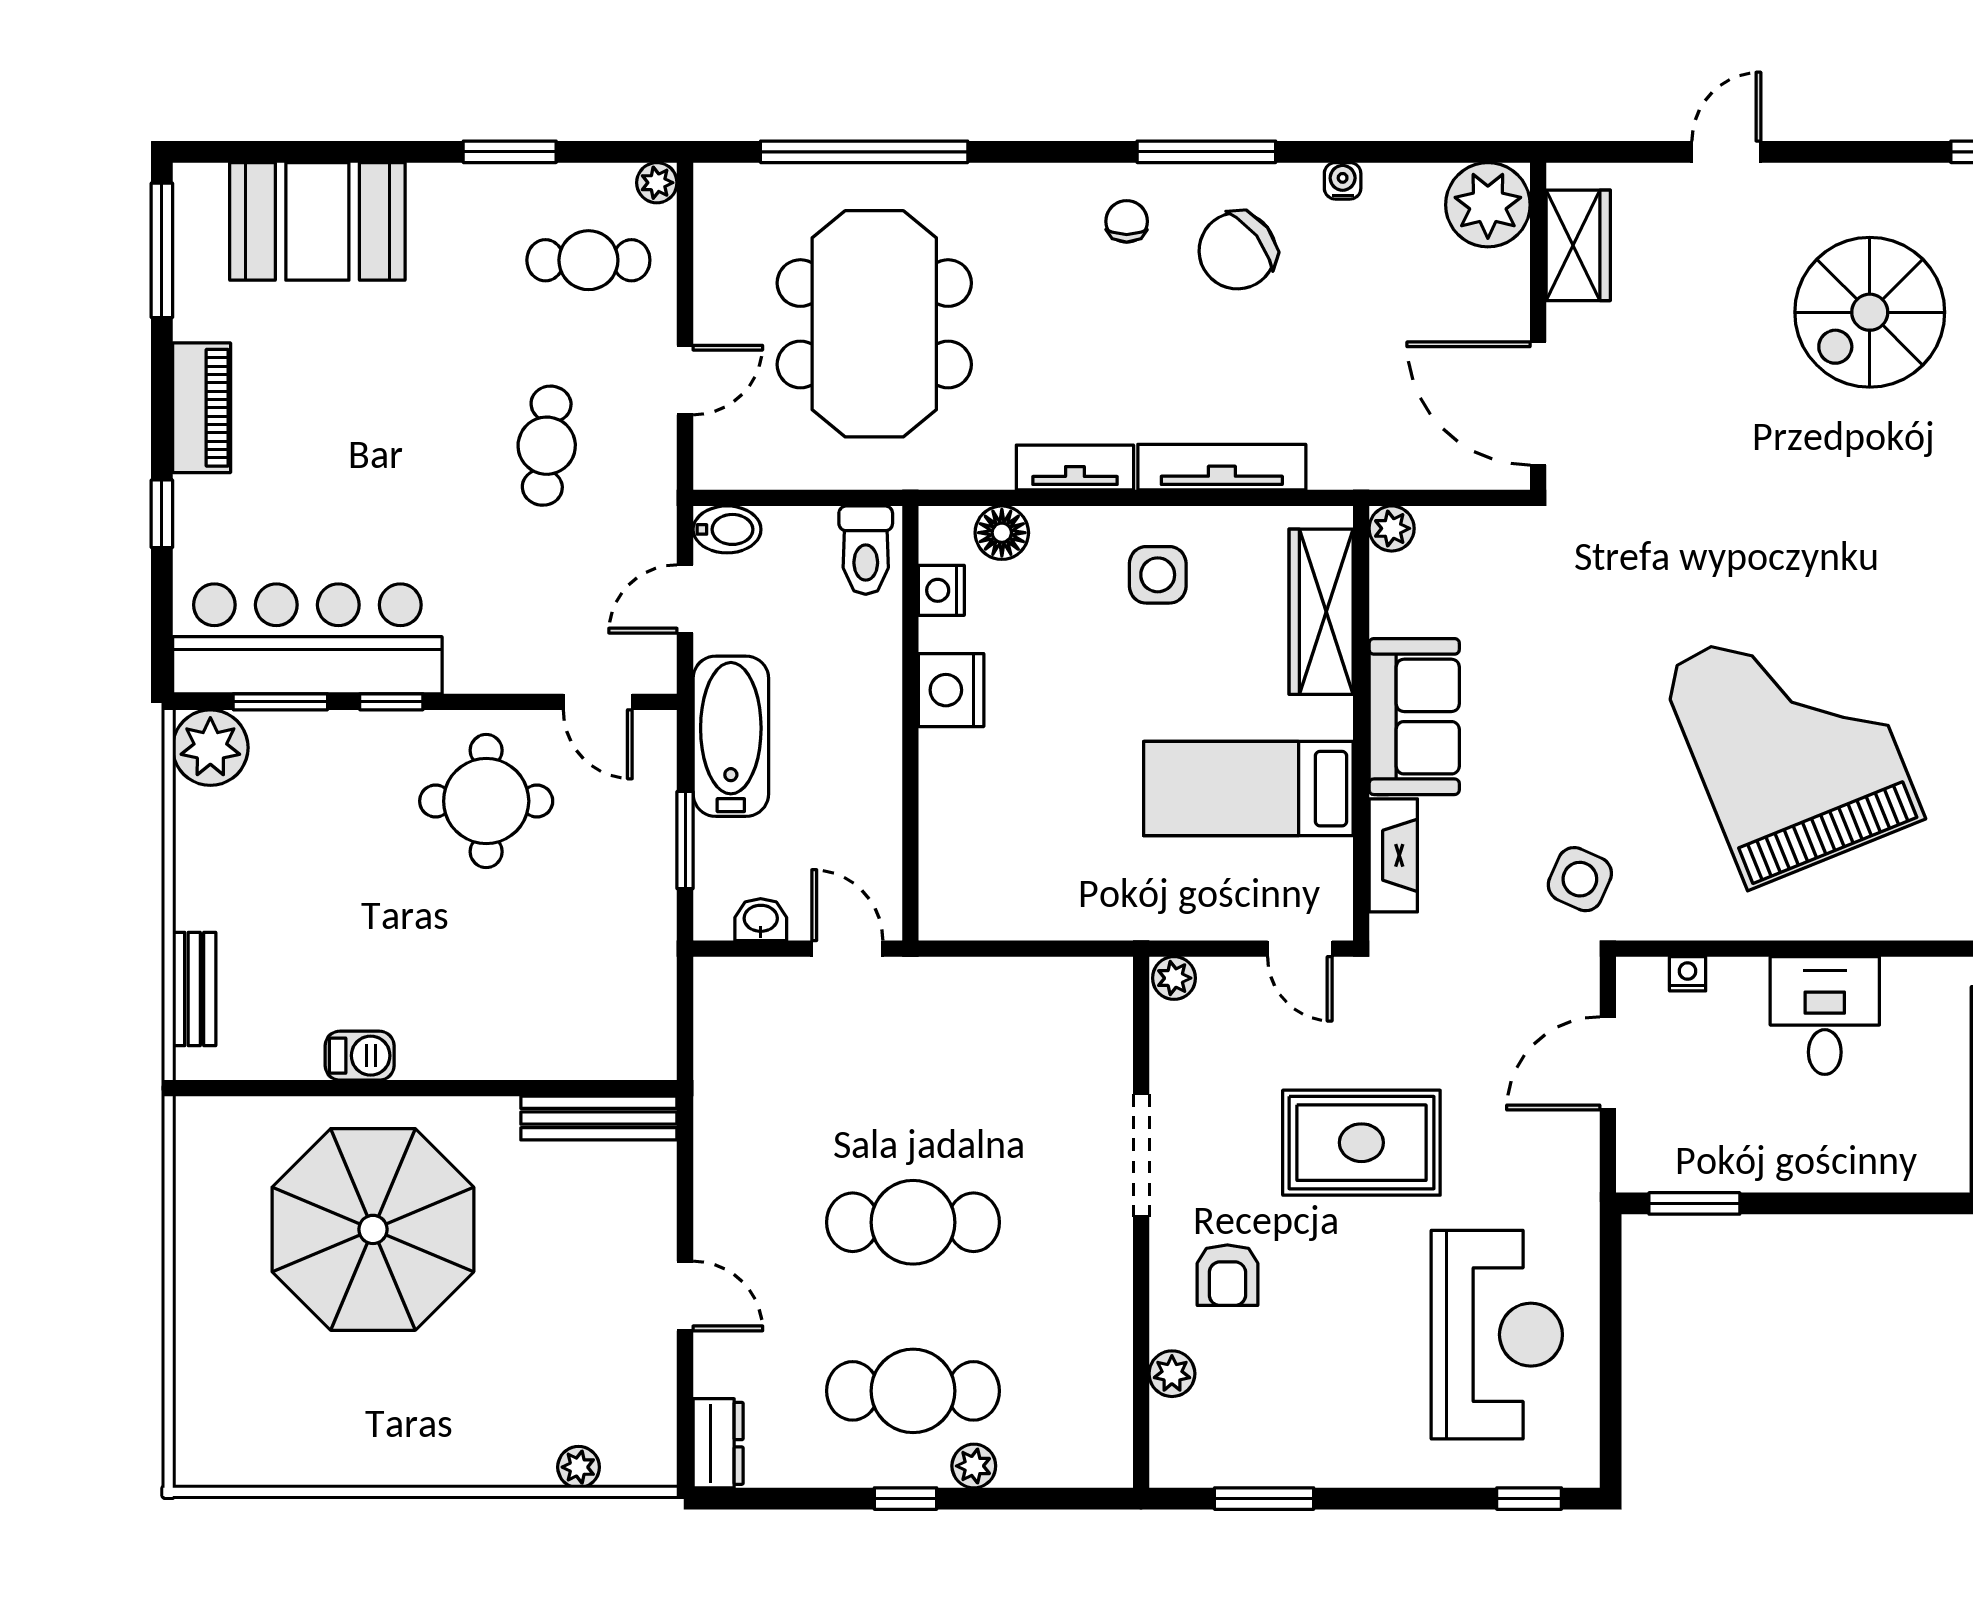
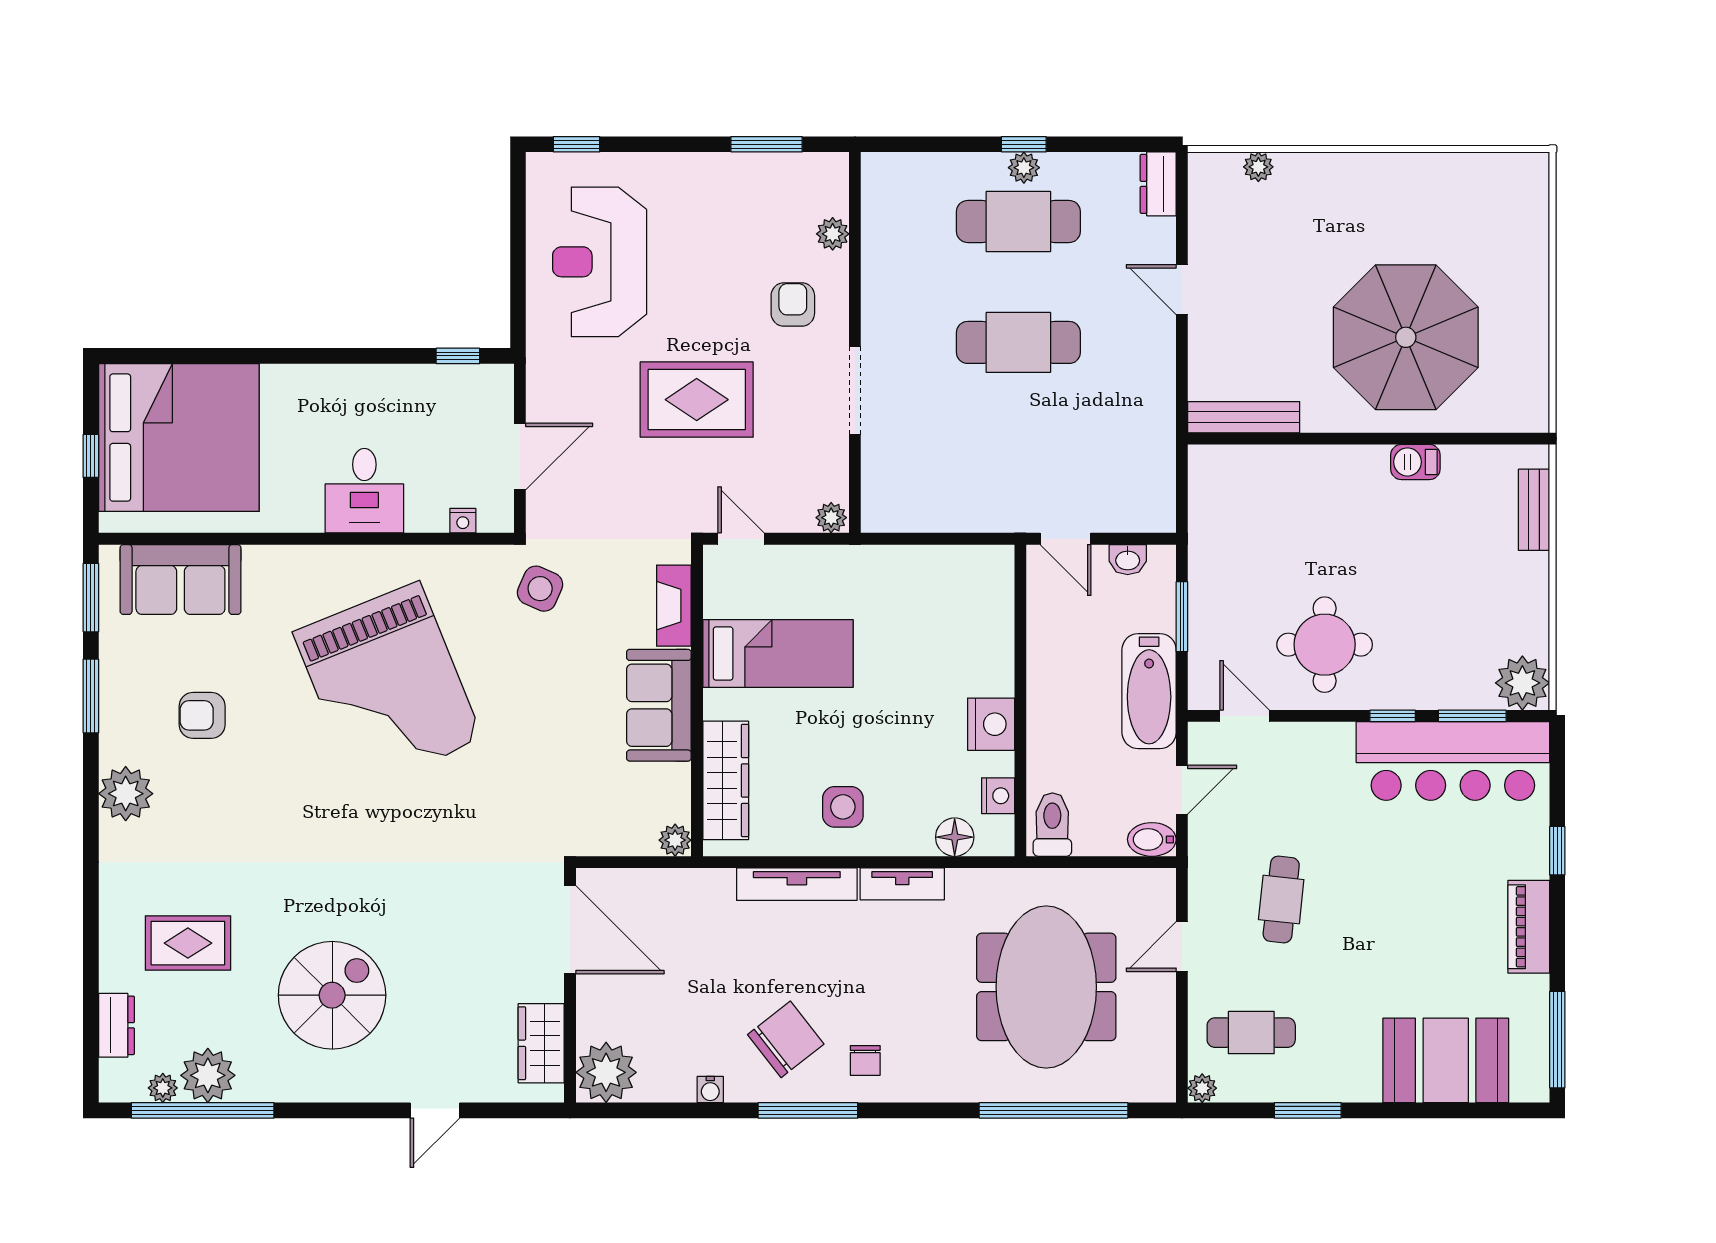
window: (1694, 1203) -> (458, 356), width x0.67
plant: (974, 1466) -> (1024, 168), moved

